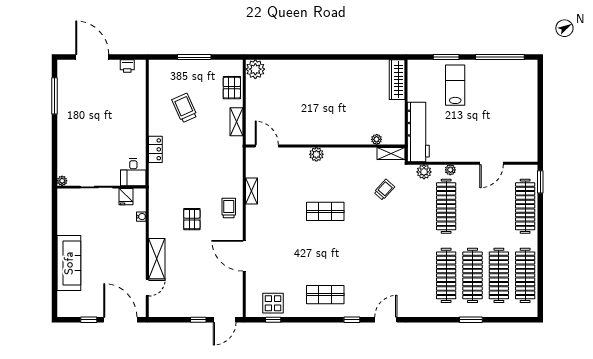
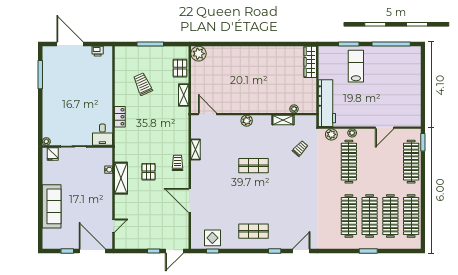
shelving: (391, 153) -> (283, 120), moved
fridge: (126, 197) -> (53, 154), moved
shelving: (157, 259) -> (121, 178), moved

